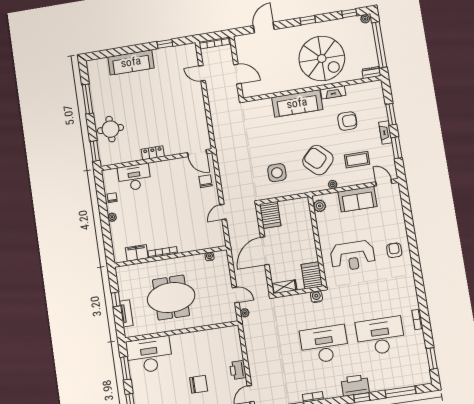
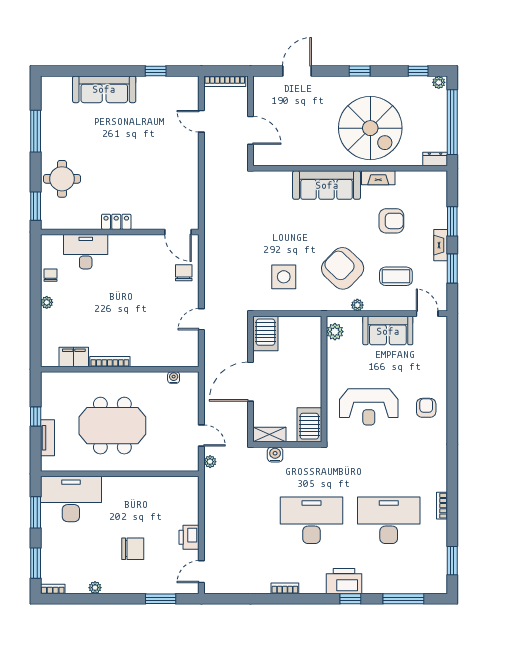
water cooler: (316, 297) -> (275, 454), moved

